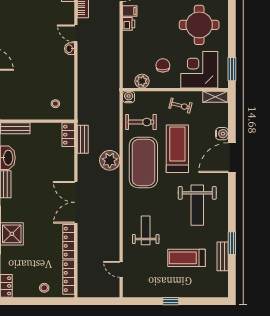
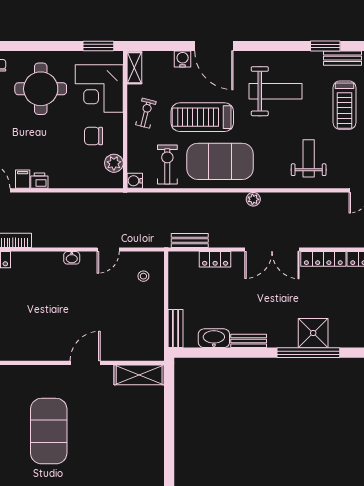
door: (76, 33) -> (108, 249), moved
locker: (68, 135) -> (215, 259), moved
plant: (110, 160) -> (253, 199), moved, width x0.53, depth x0.53
weight bench: (146, 230) -> (309, 158), turned 90

